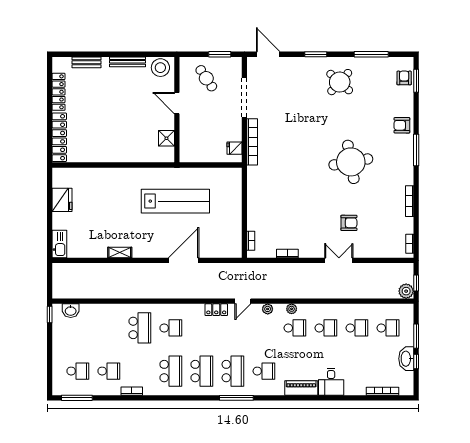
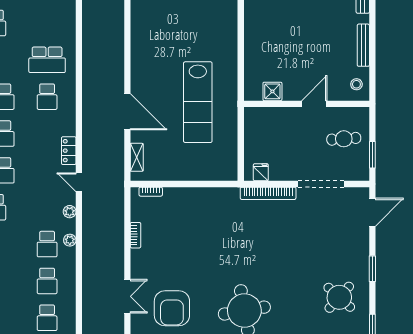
stool: (160, 68) -> (356, 84), width x0.53, depth x0.53
cafe table: (206, 78) -> (344, 139), turned 30
armchair: (349, 223) -> (172, 308), width x1.88, depth x1.88
shelving: (120, 253) -> (137, 157), moved

